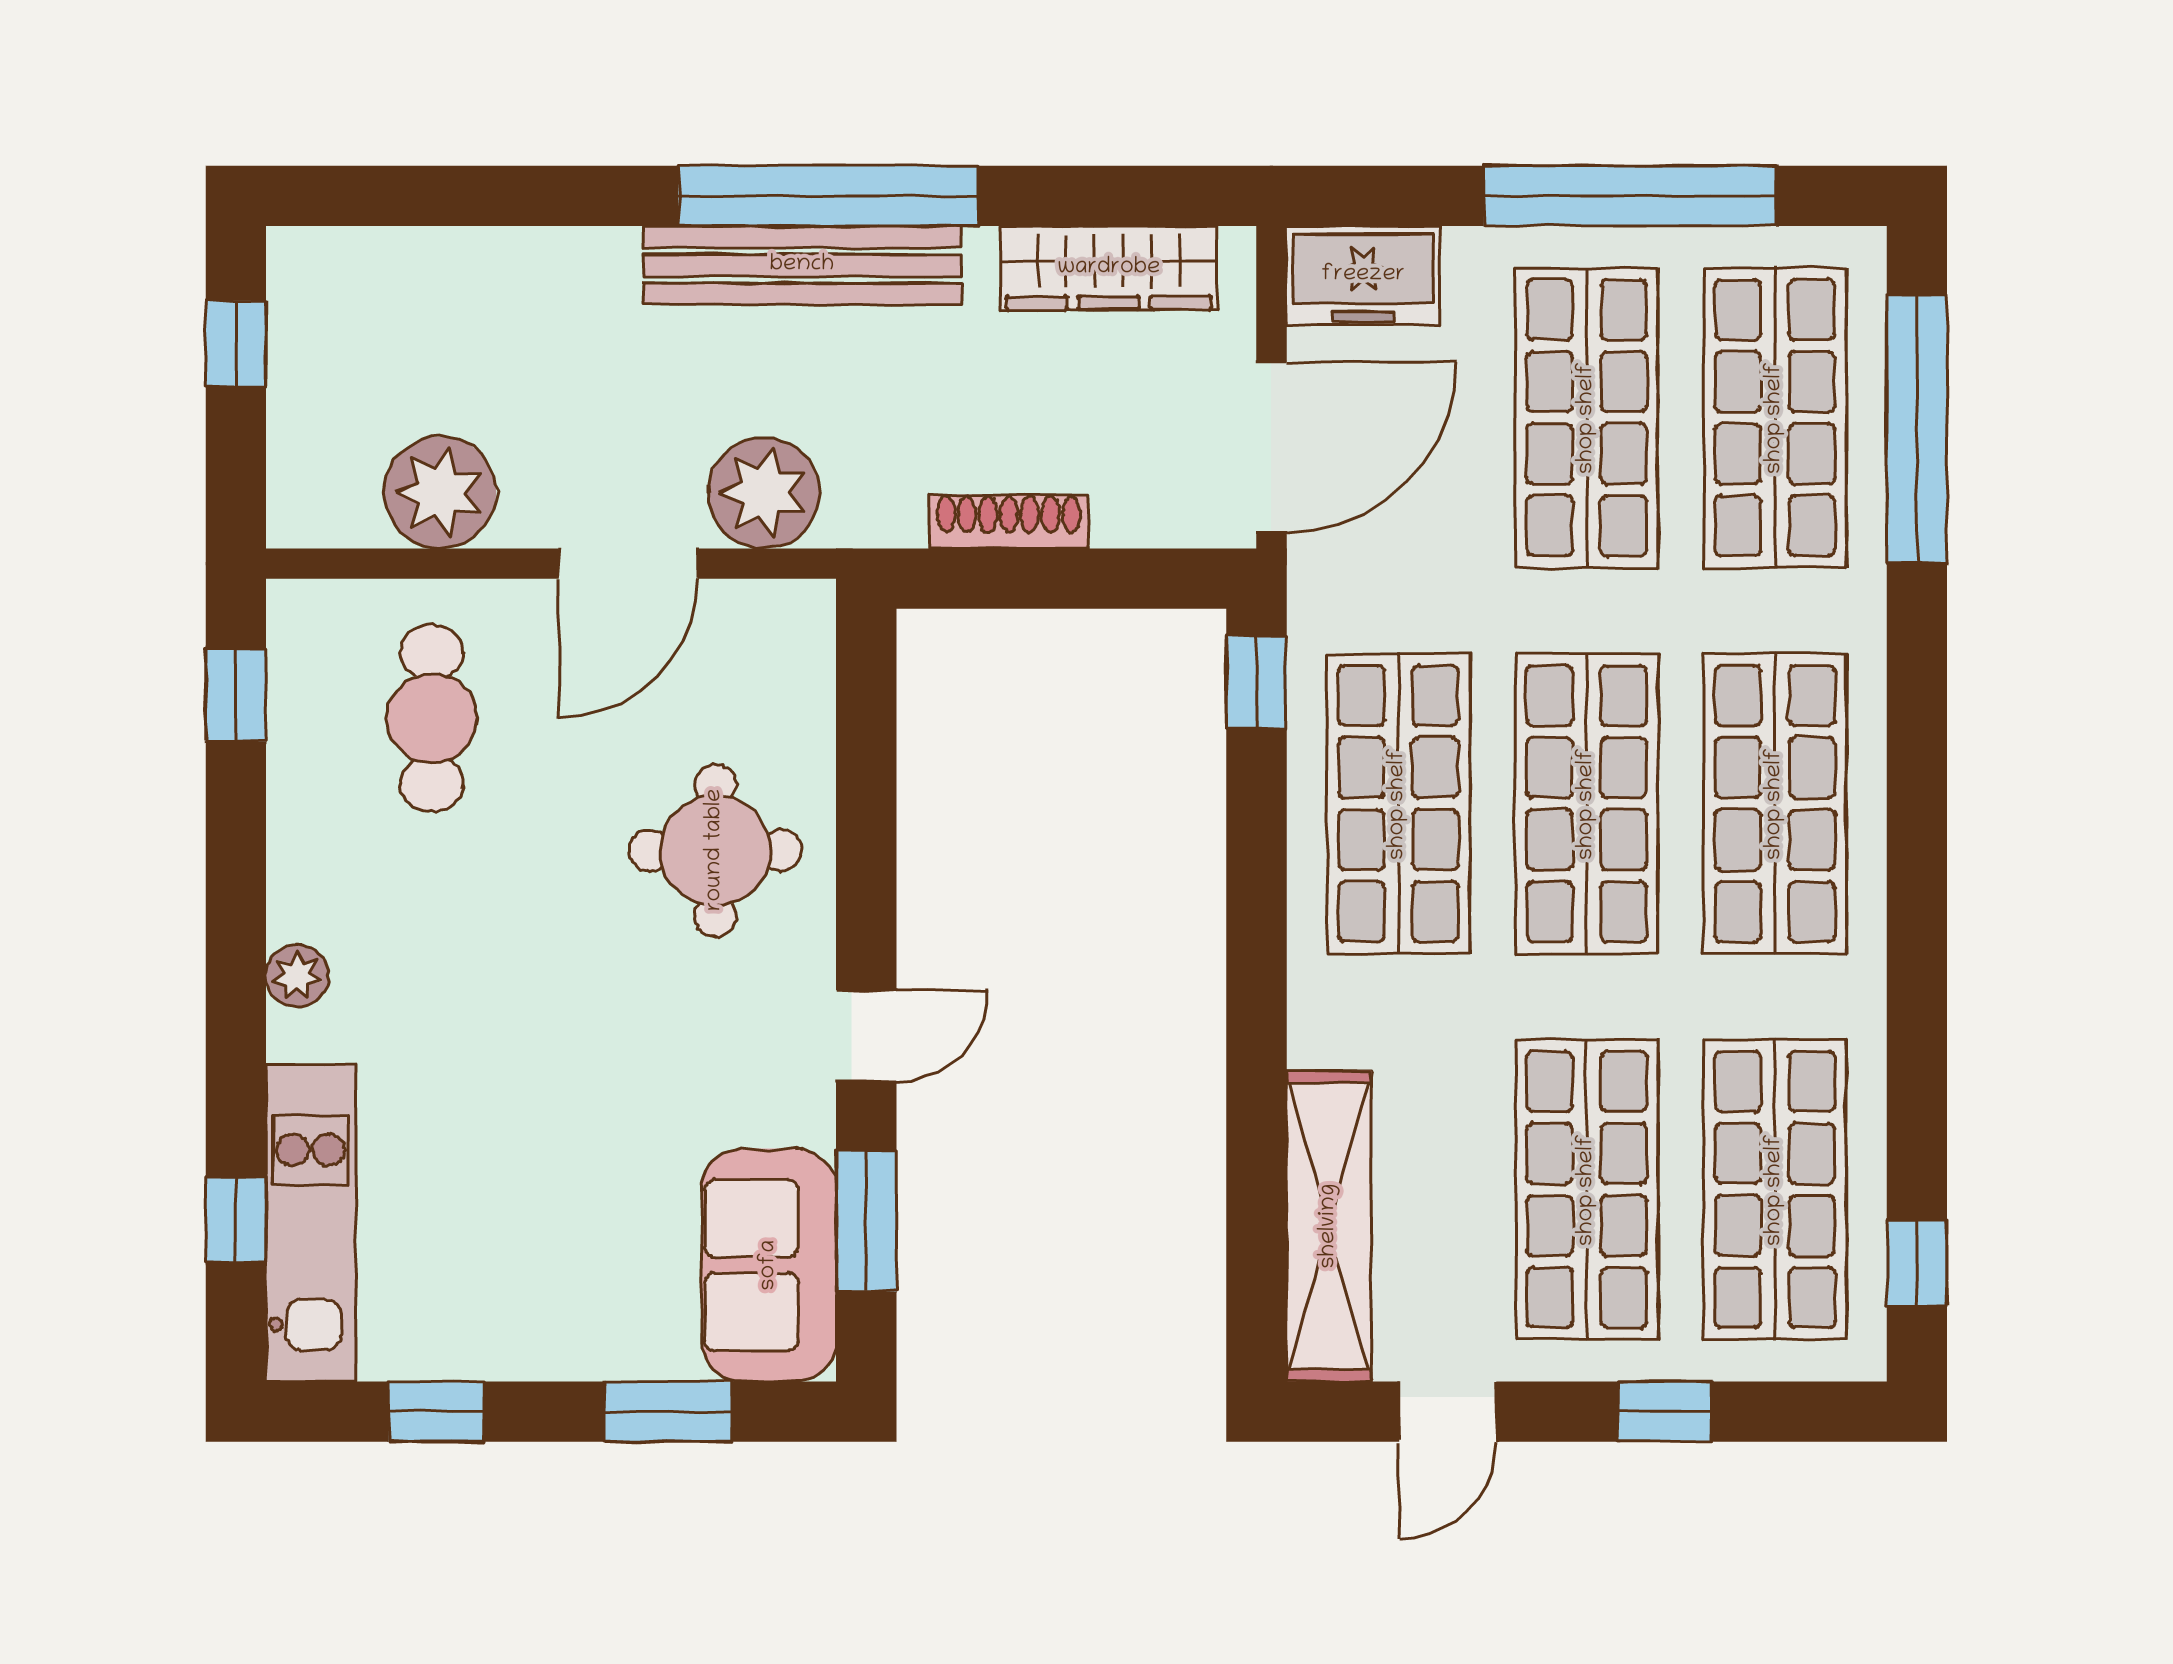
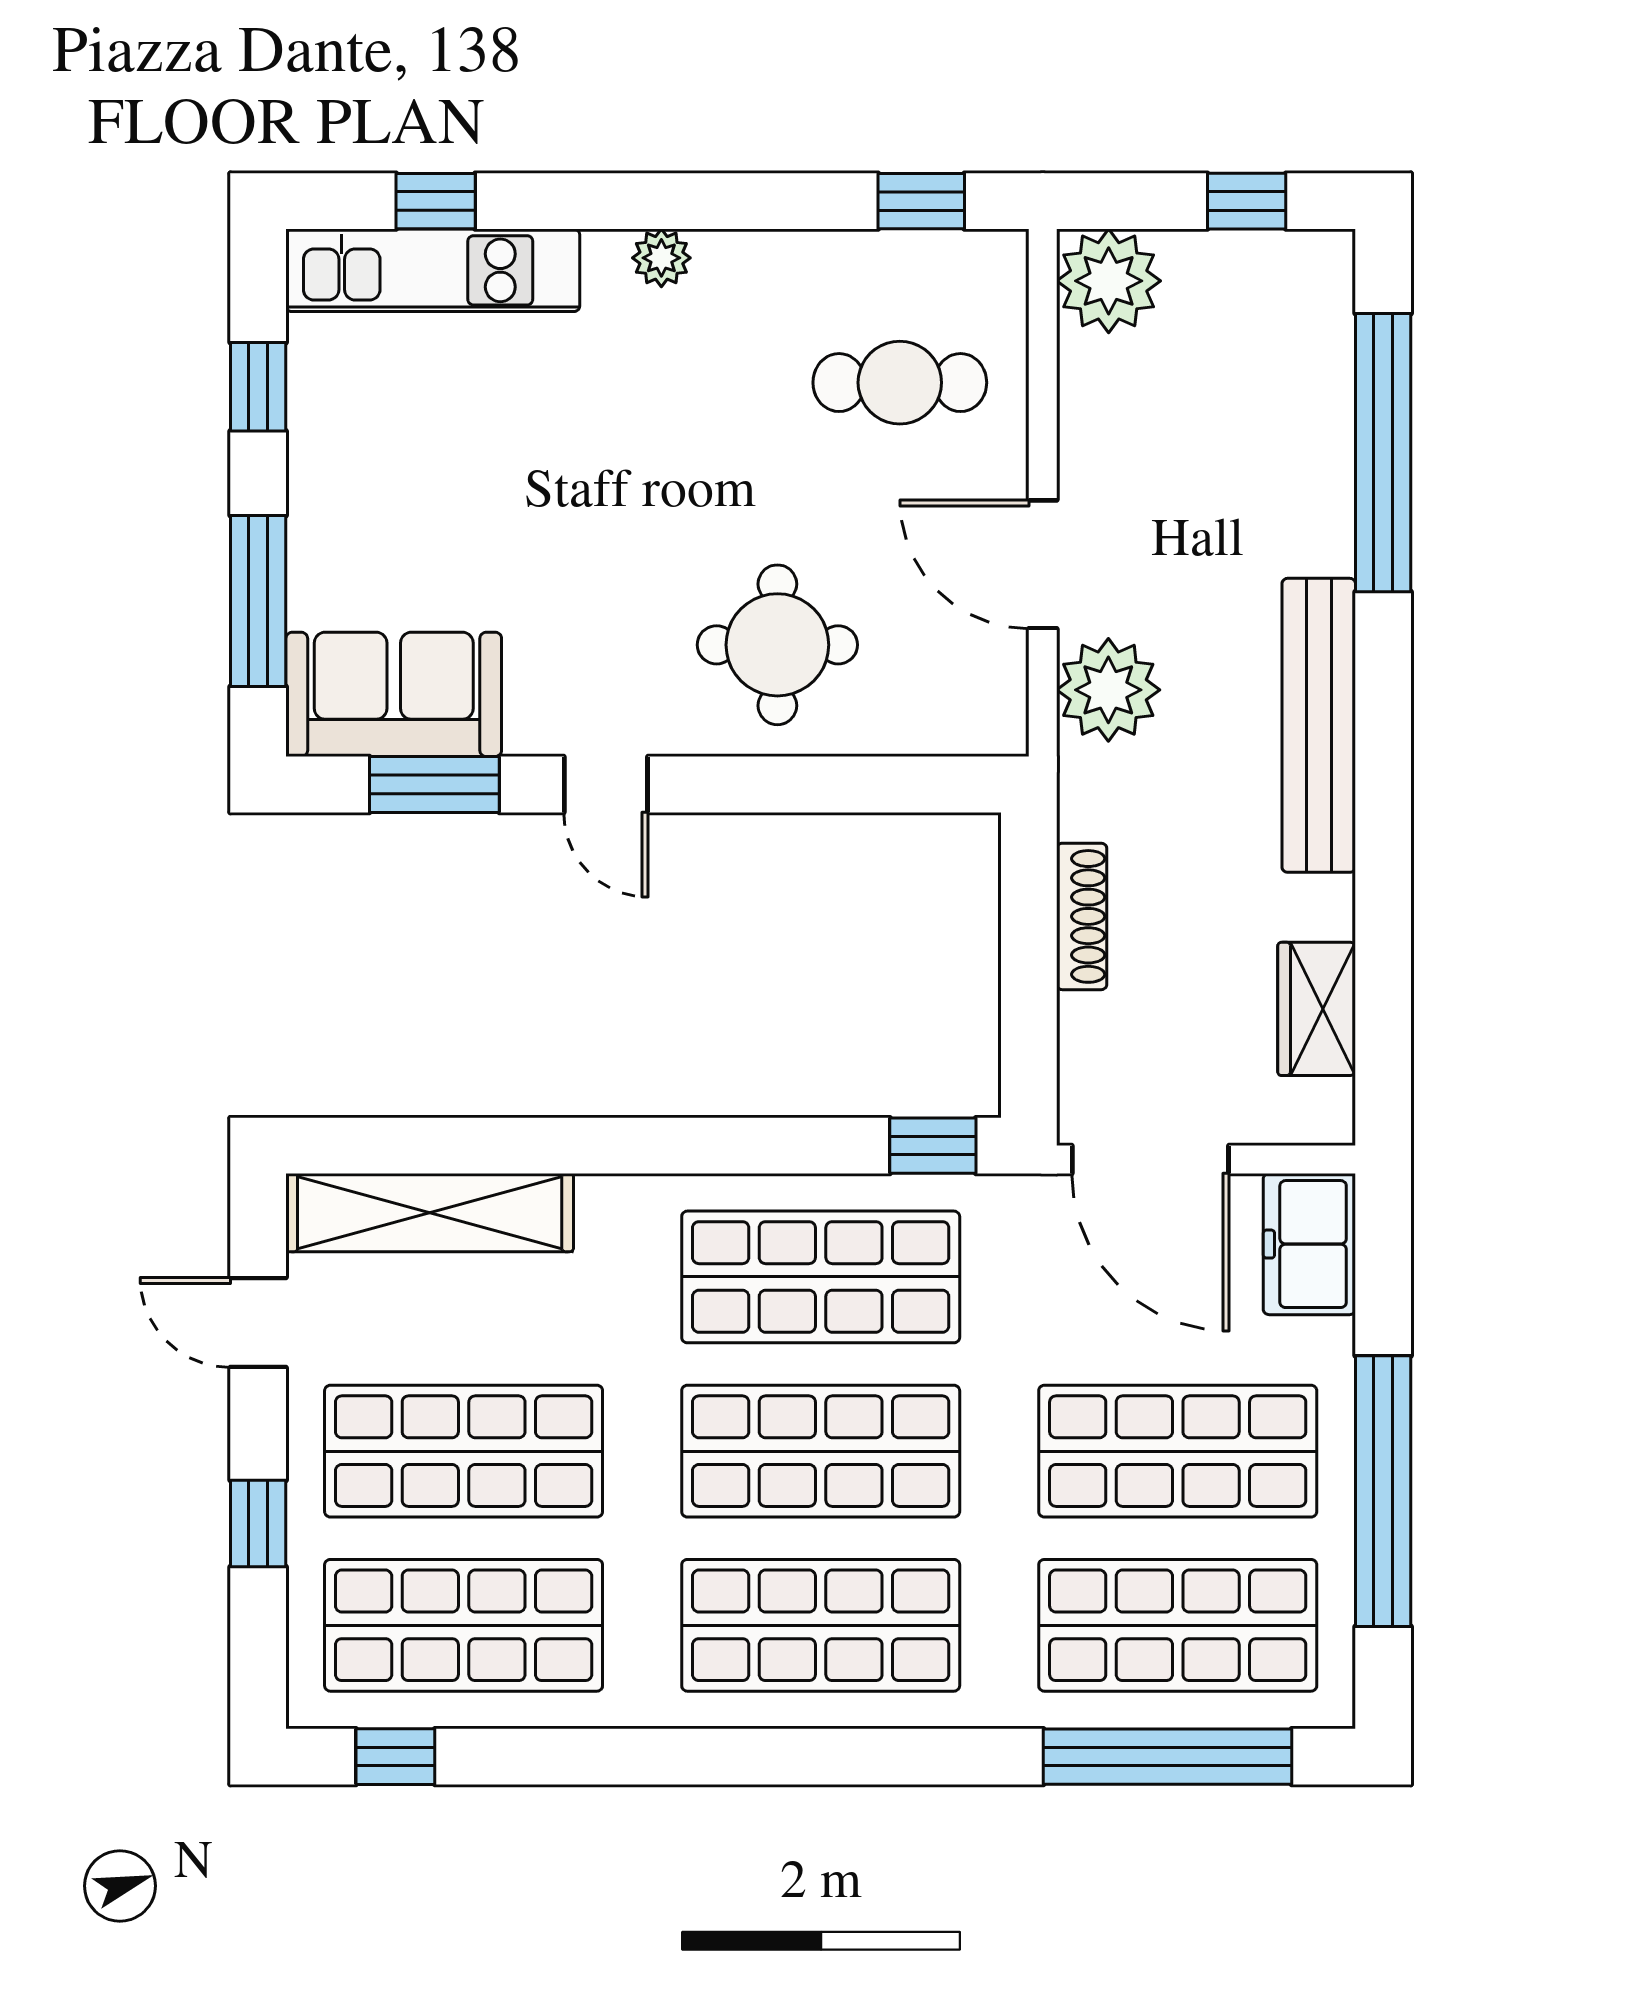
window: (829, 196) -> (1383, 453), moved
wardrobe: (1109, 268) -> (1317, 1009), width x0.67
plant: (440, 492) -> (1109, 281), moved
window: (668, 1412) -> (258, 601), width x1.44

